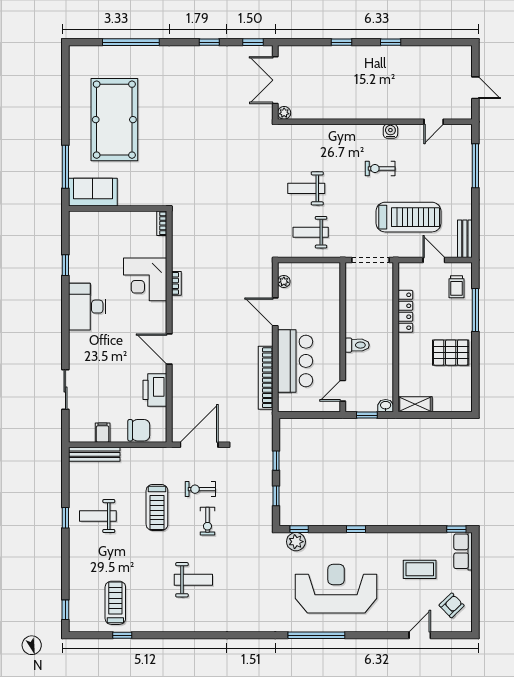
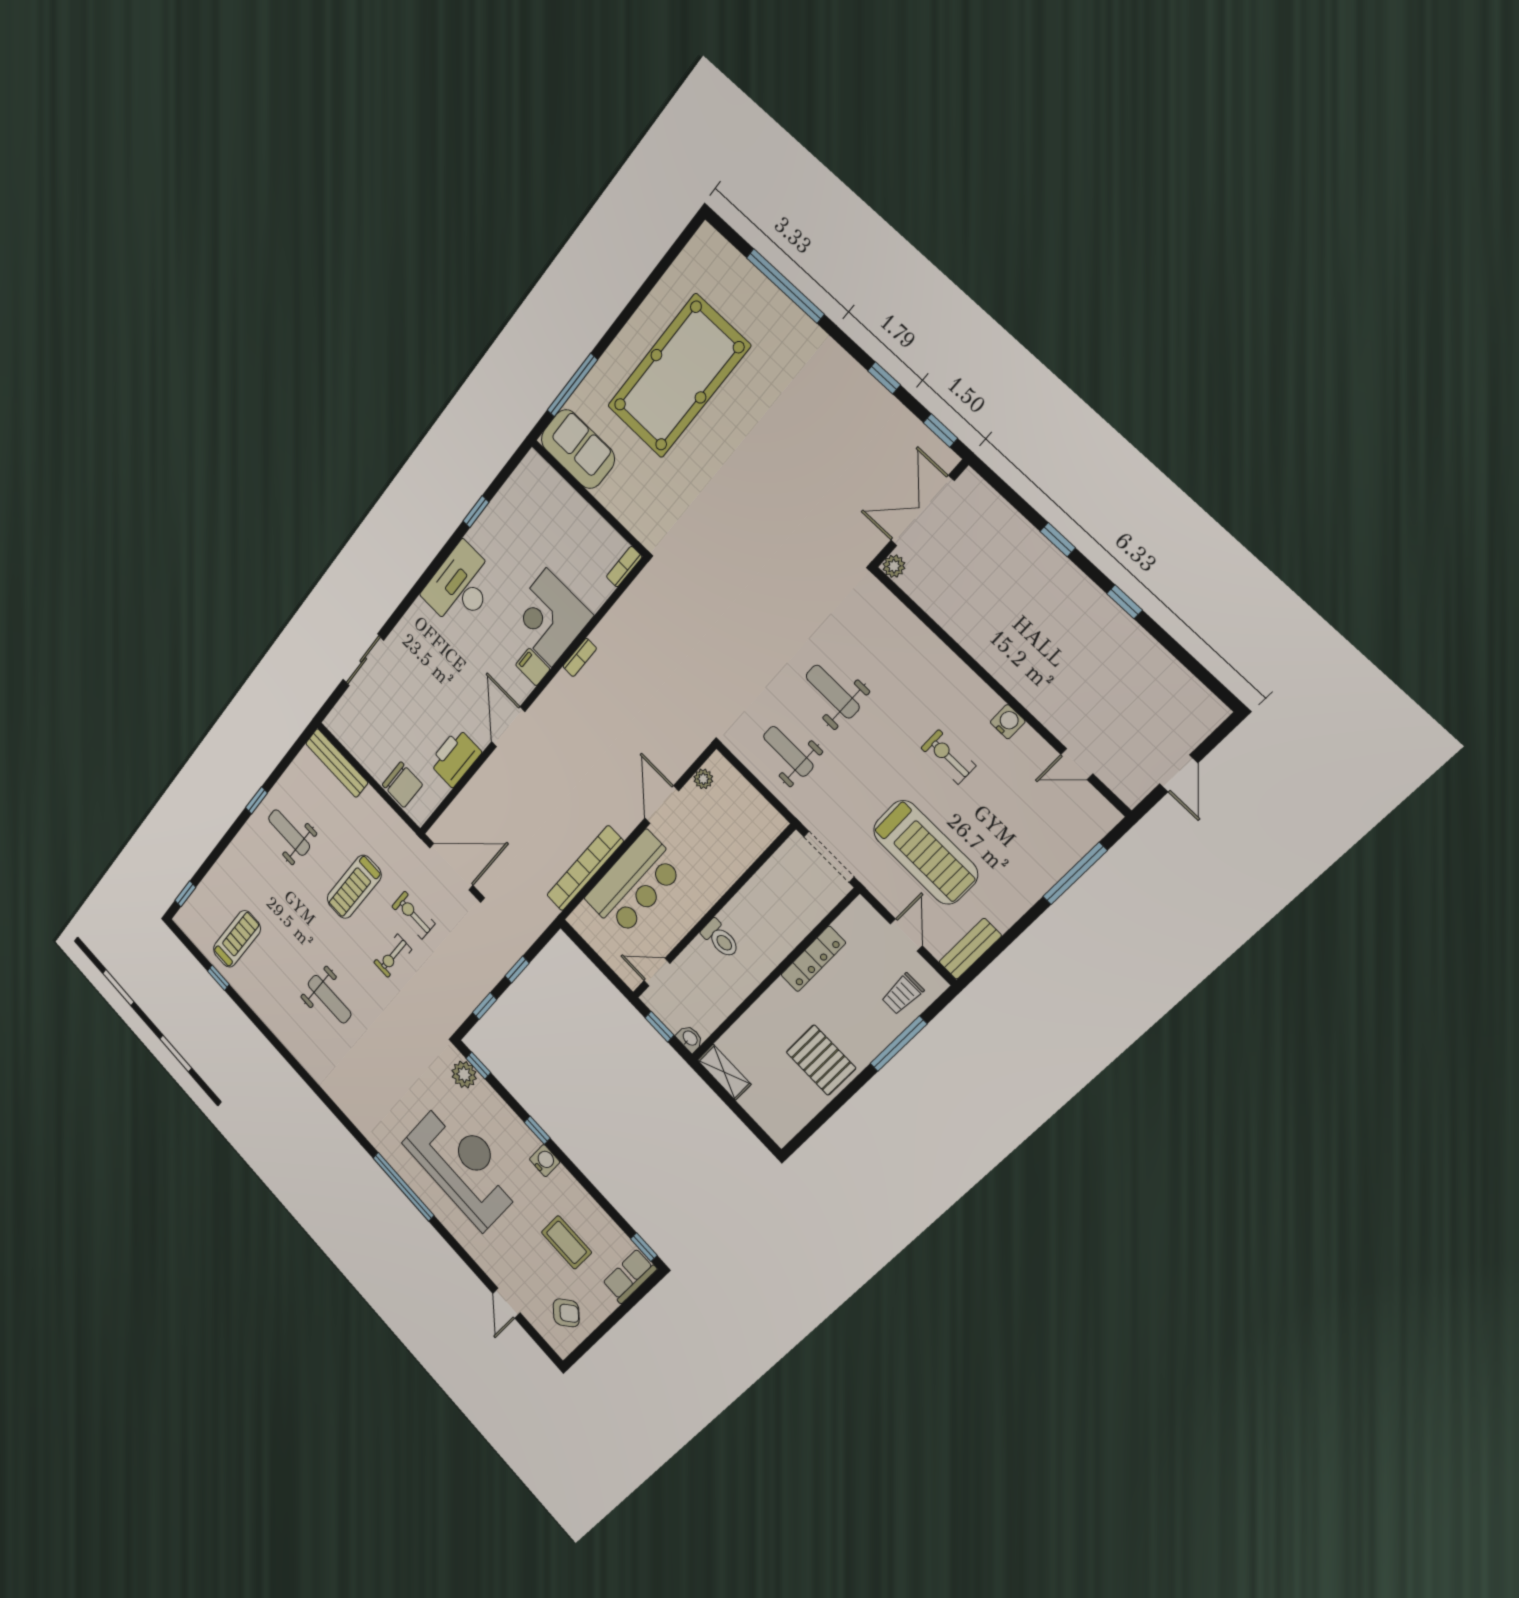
filing cabinet: (103, 433) -> (533, 667), moved, turned -90
water cooler: (373, 540) -> (545, 1161), added
door: (420, 635) -> (506, 1303), swing flipped

